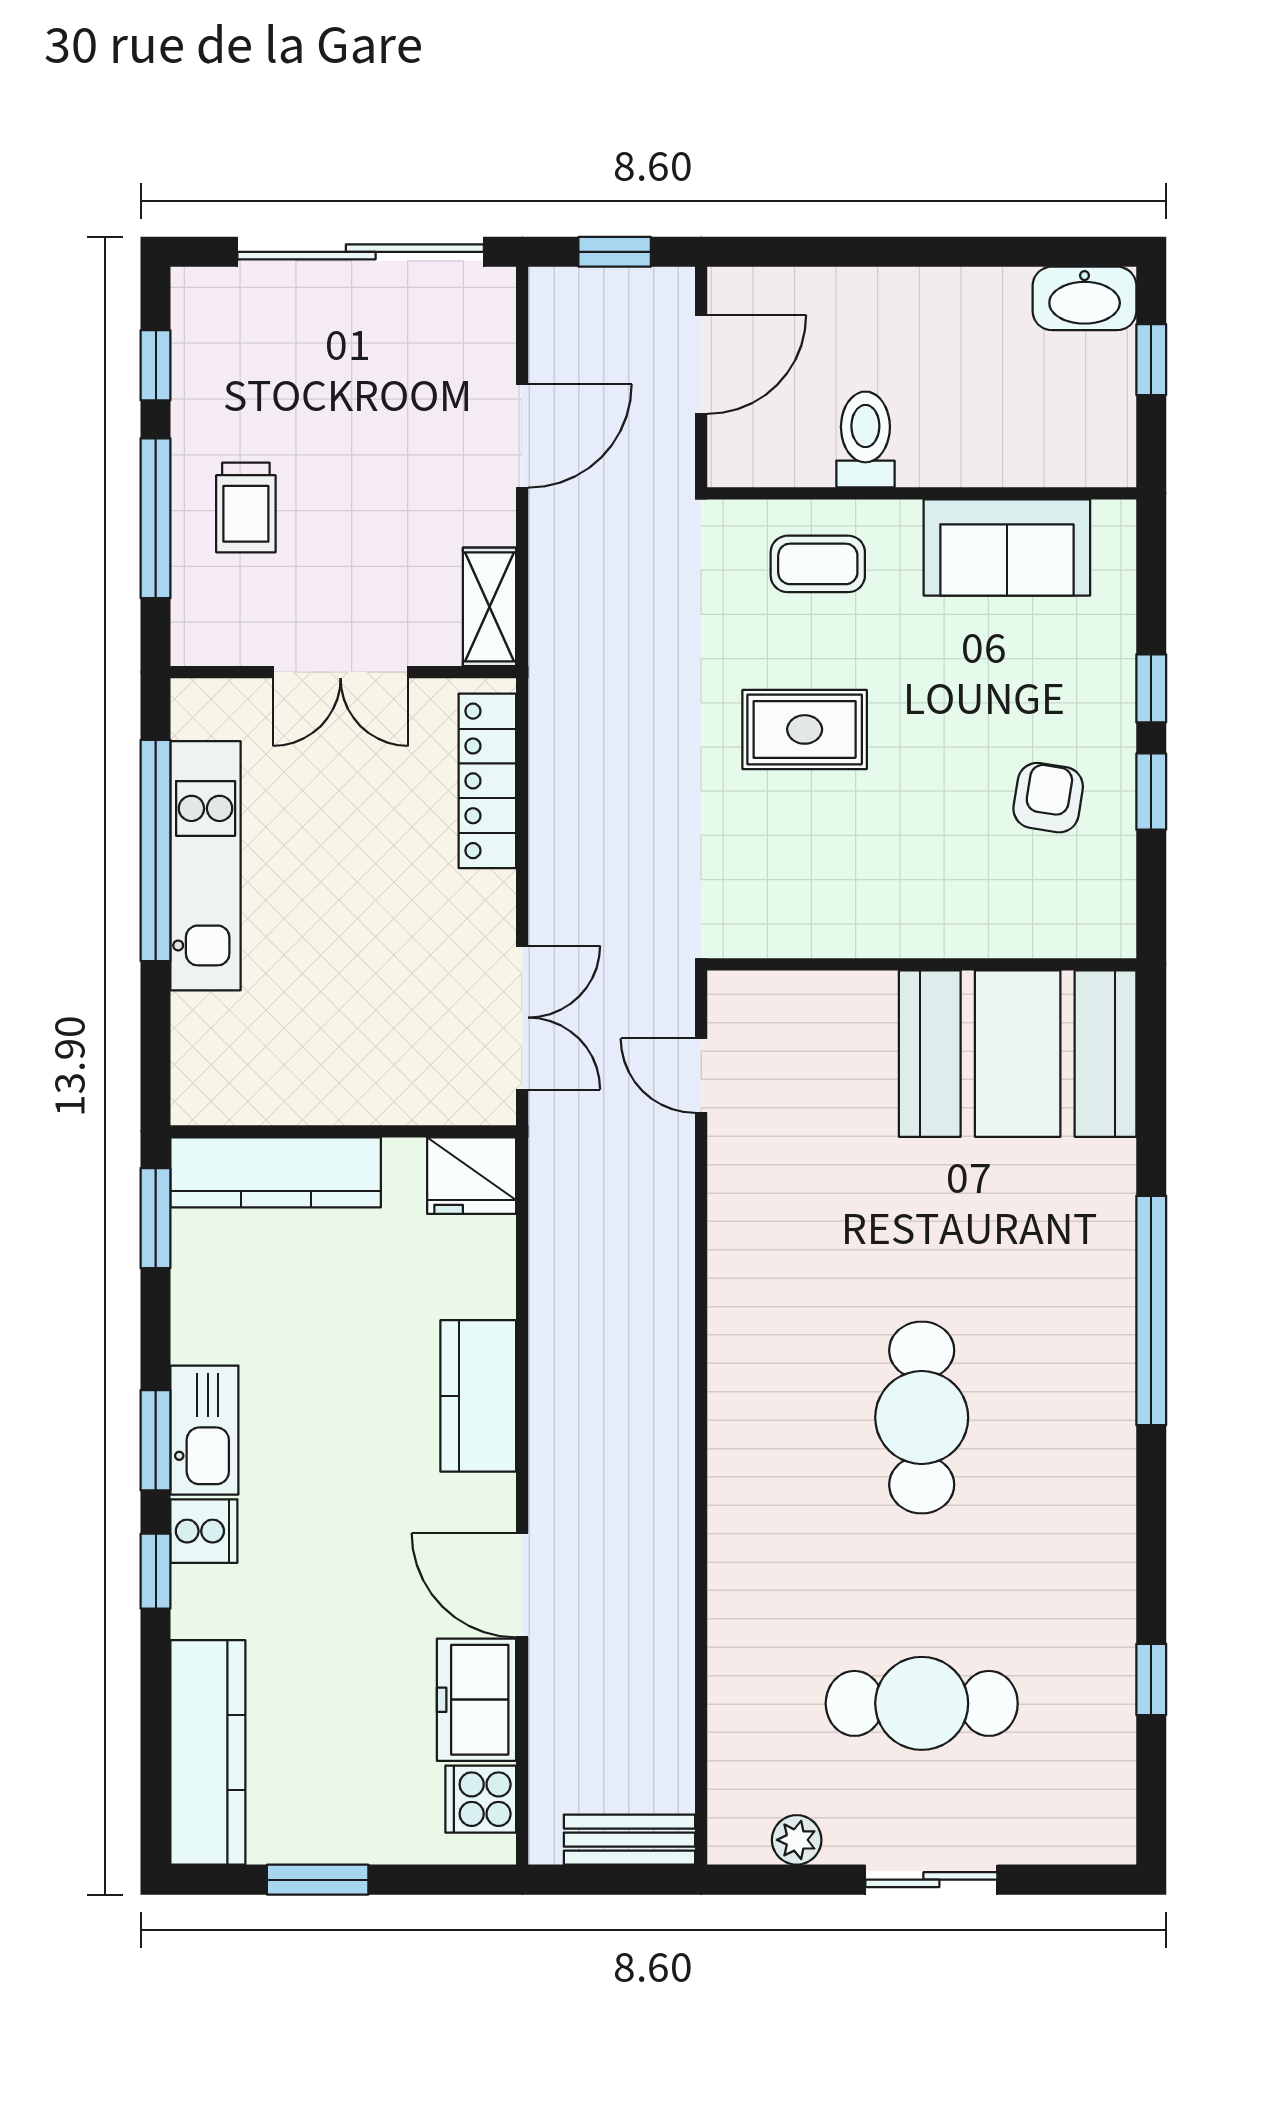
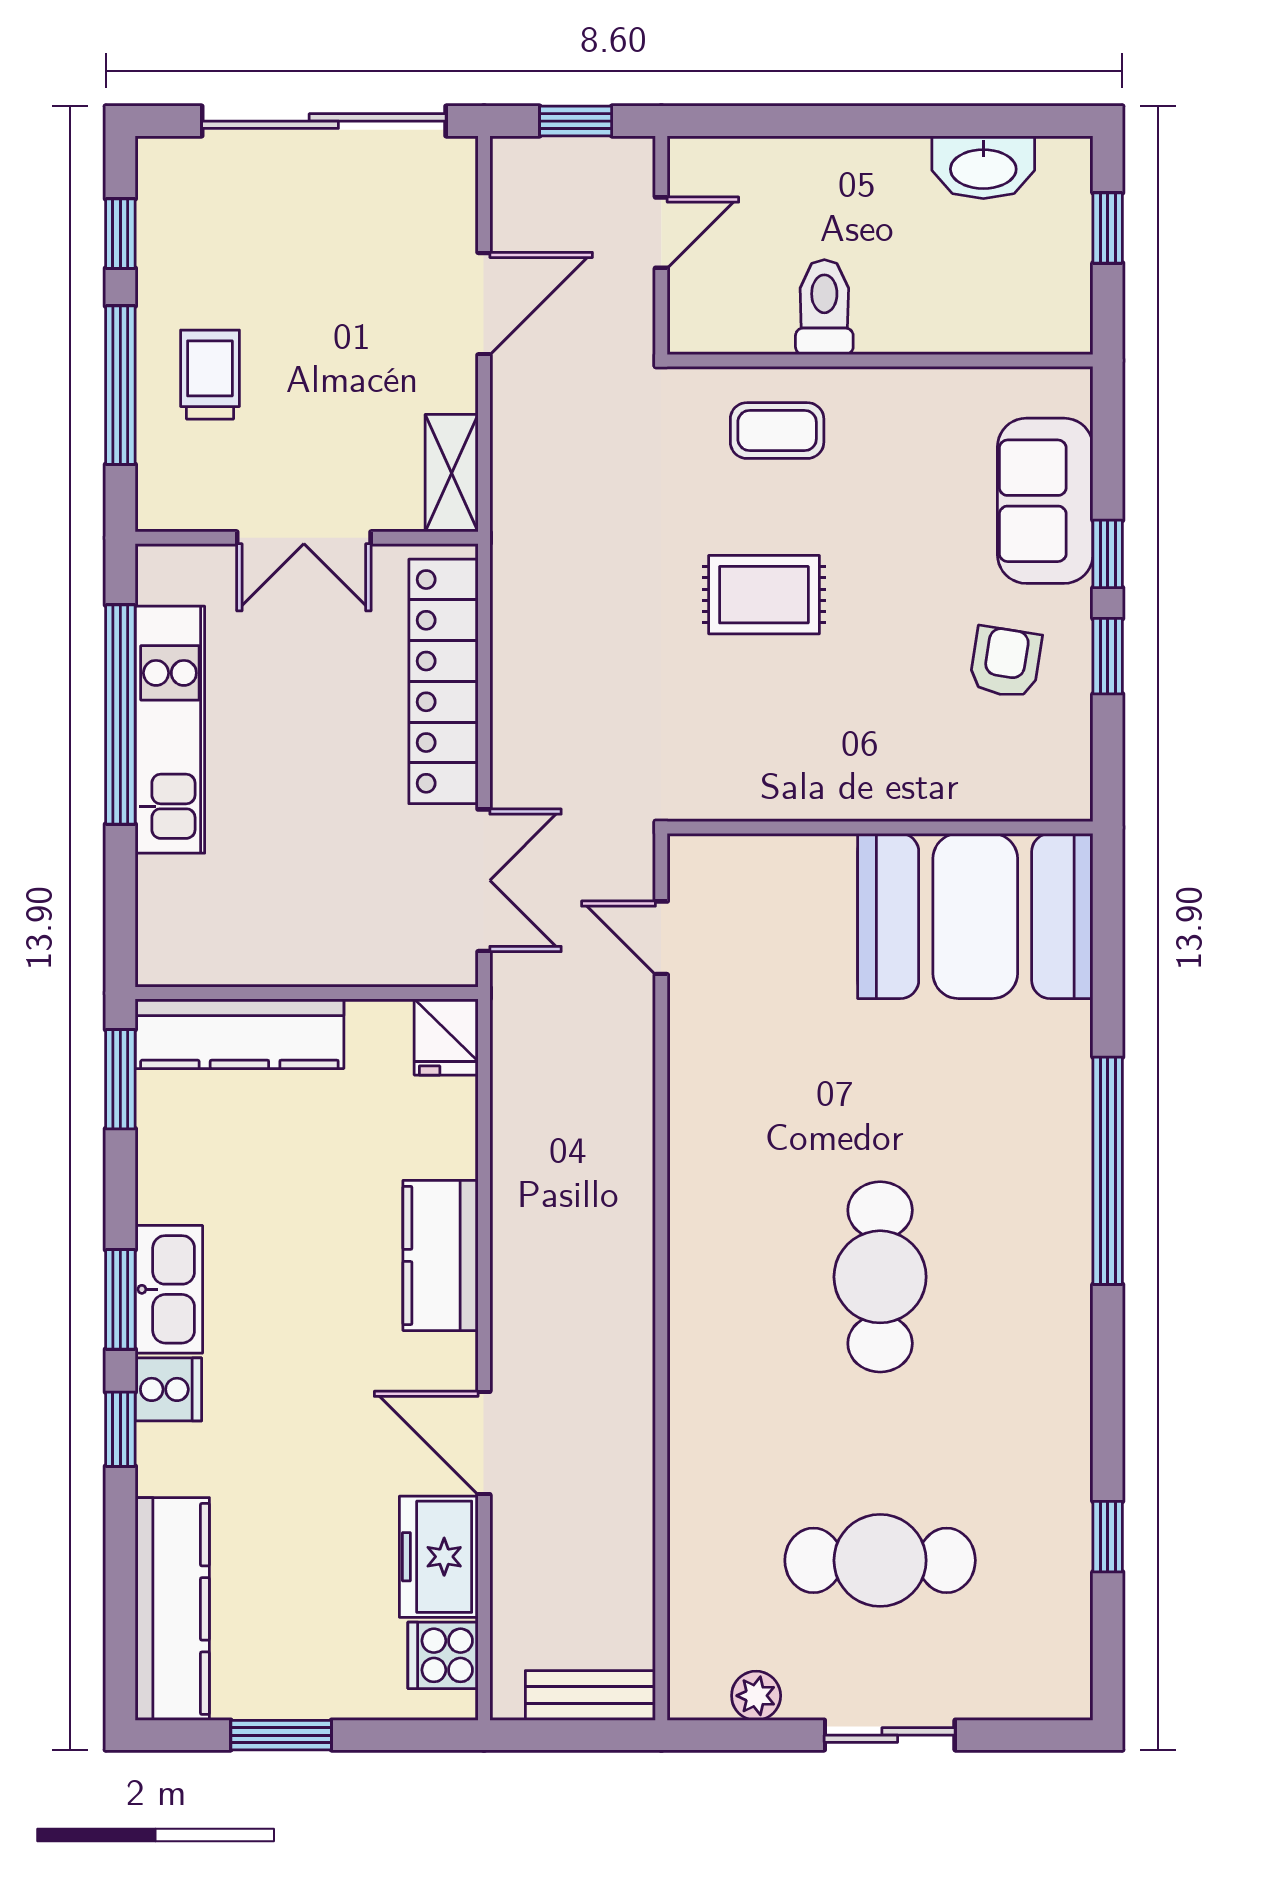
washbasin: (1085, 298) -> (983, 167), moved
door: (701, 364) -> (661, 233), width x0.73
trolley: (246, 508) -> (210, 375), turned 180
sofa: (1007, 547) -> (1045, 501), moved, turned 90
locker: (487, 781) -> (443, 681), width x1.41, depth x1.21
fridge: (472, 1176) -> (446, 1037), width x0.72

